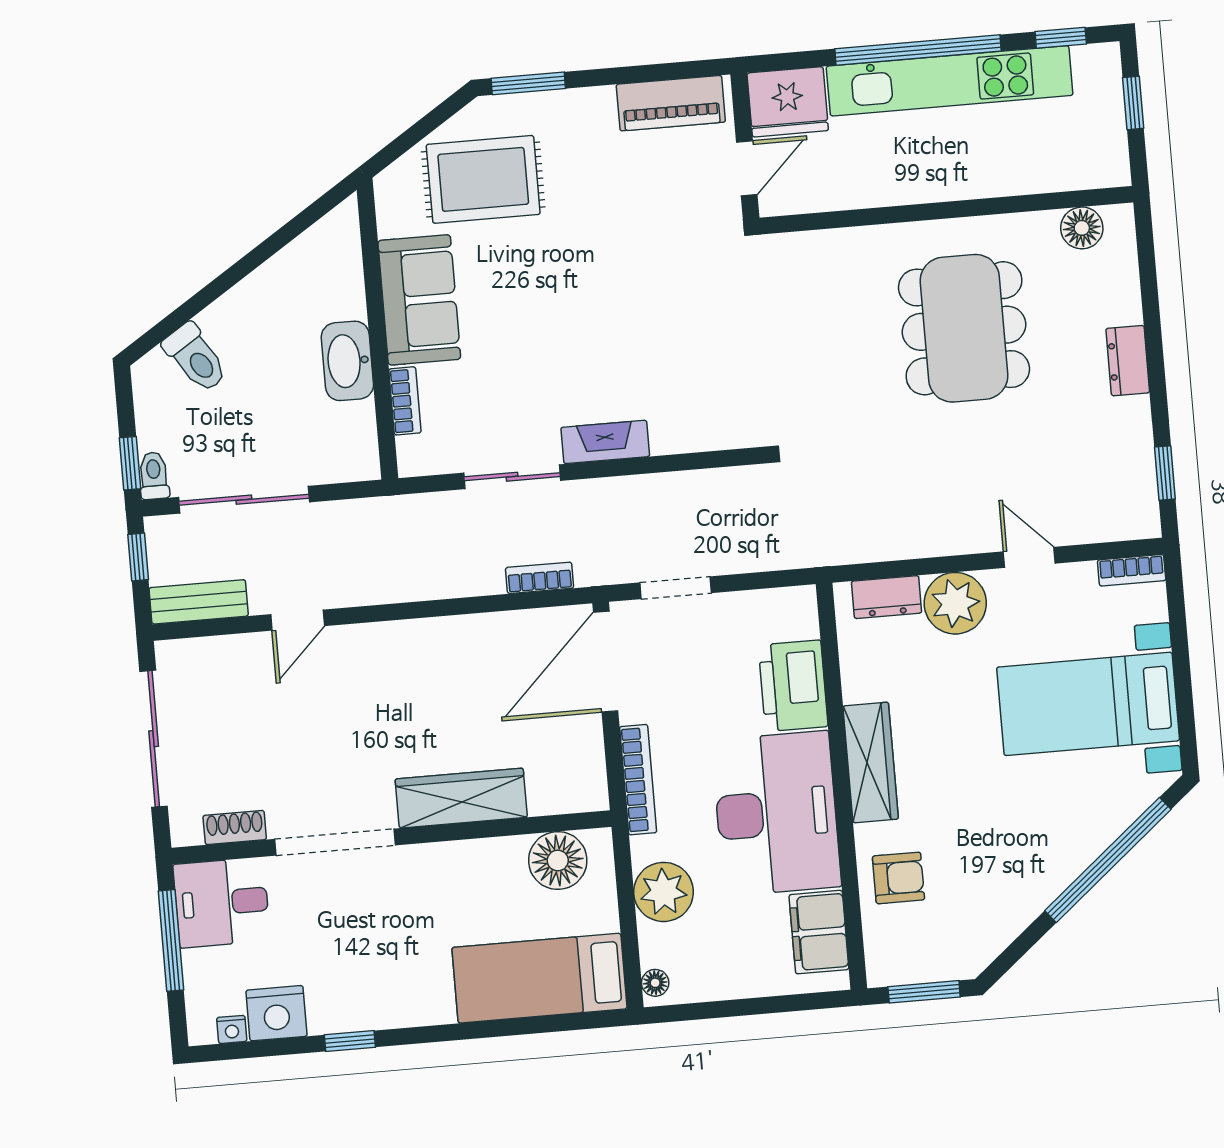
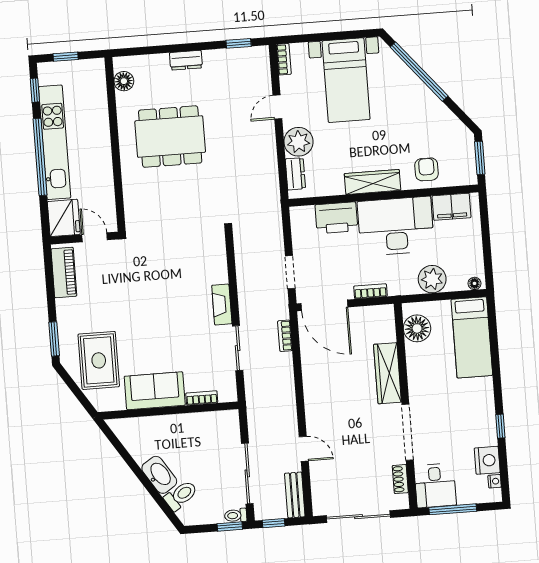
washbasin: (347, 361) -> (159, 475), moved, turned -123
bookcase: (638, 780) -> (370, 291), width x0.64

